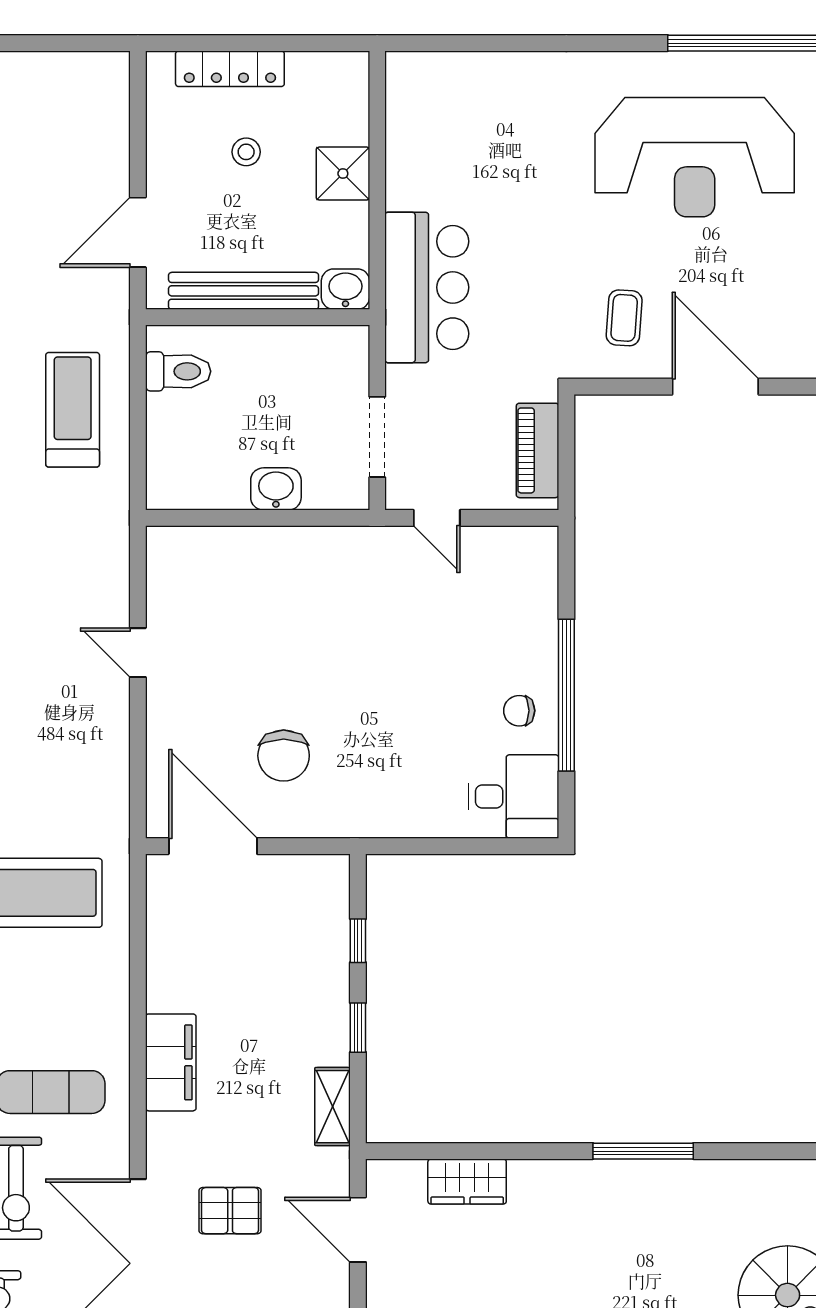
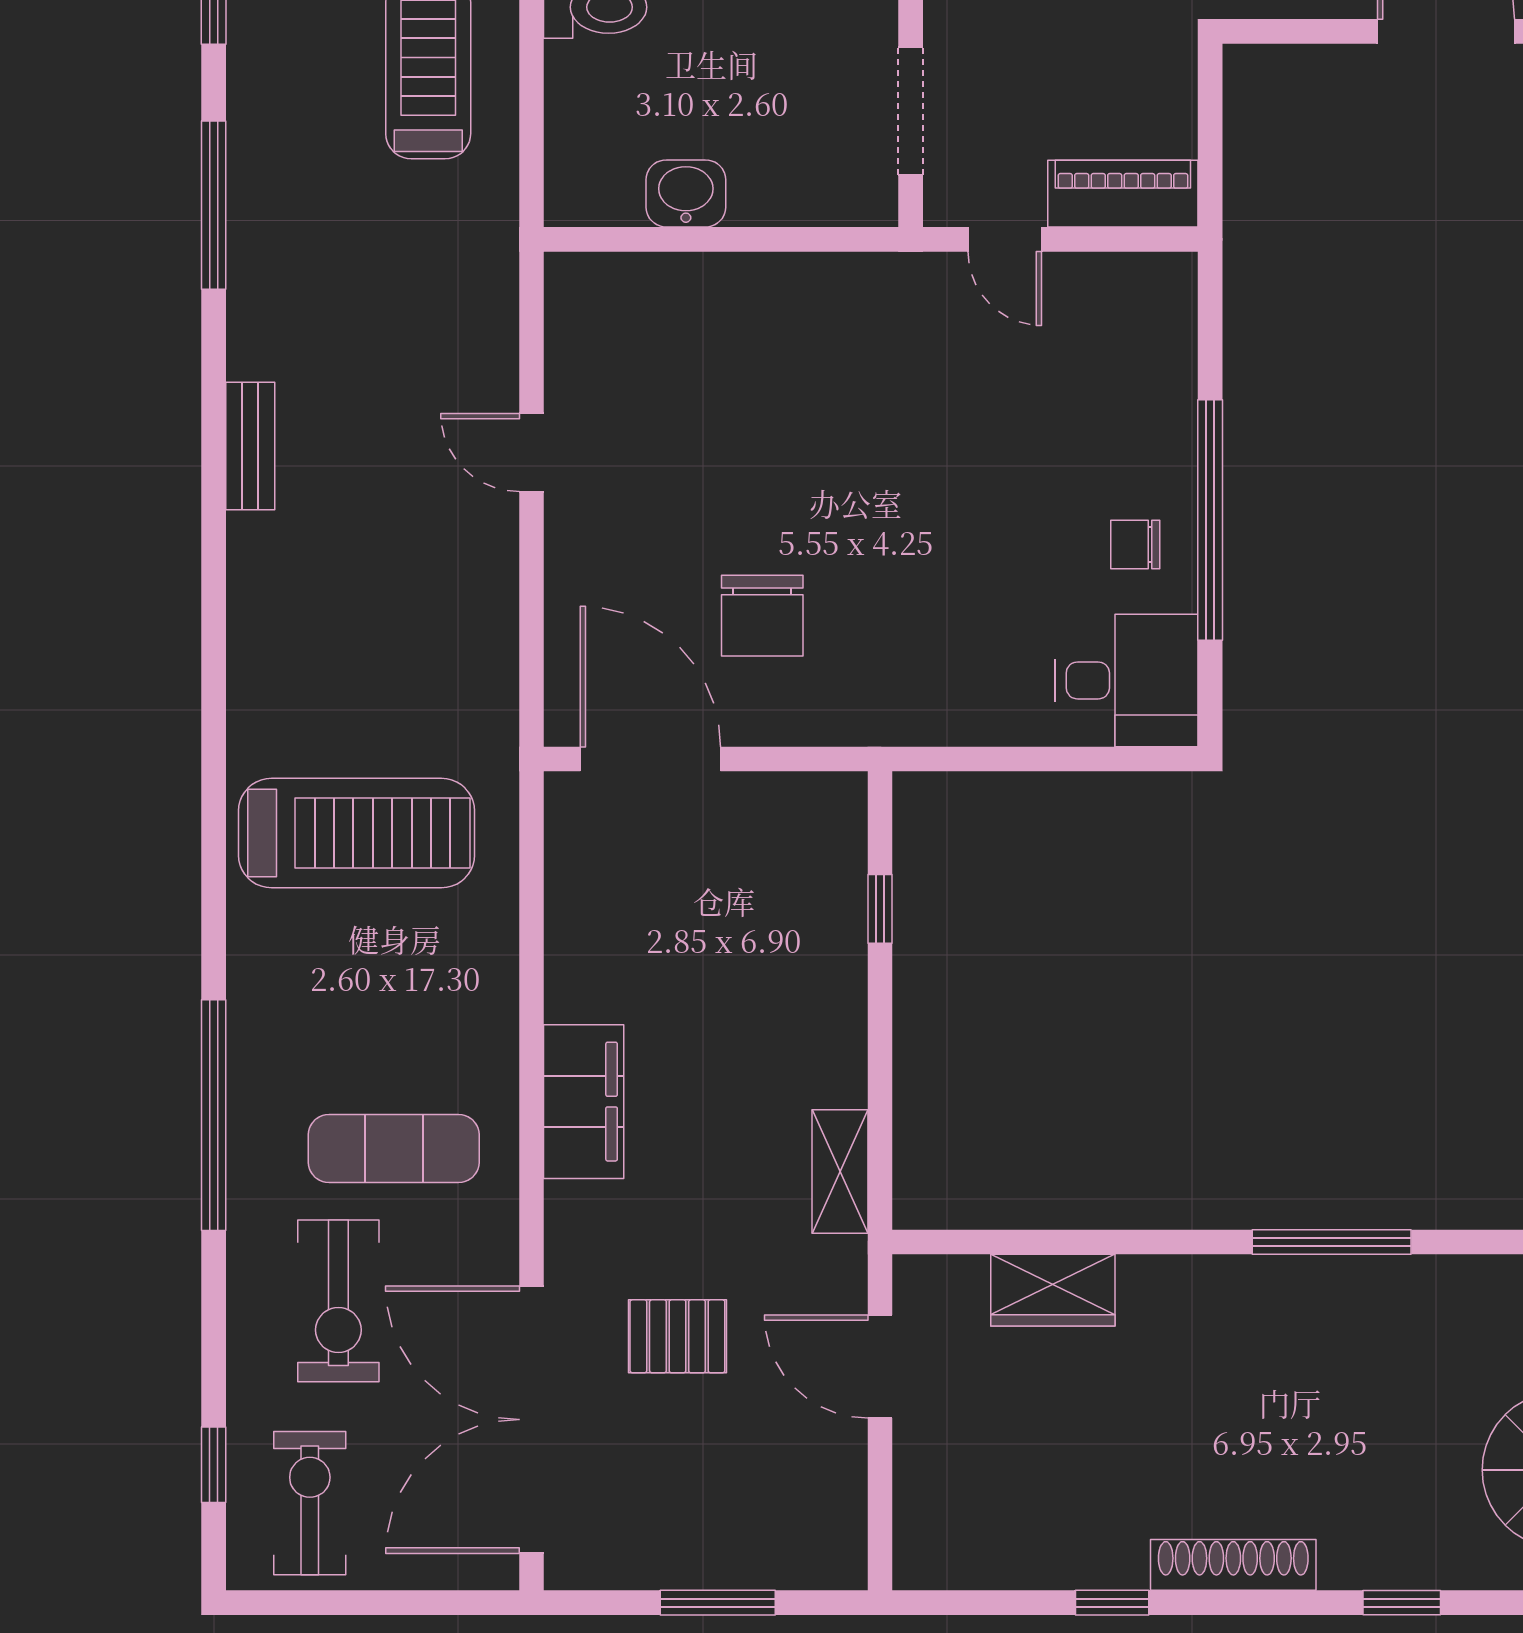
piano: (538, 450) -> (1123, 194), moved, turned 90
washbasin: (276, 489) -> (686, 193), moved
window: (358, 1028) -> (880, 1046), removed

